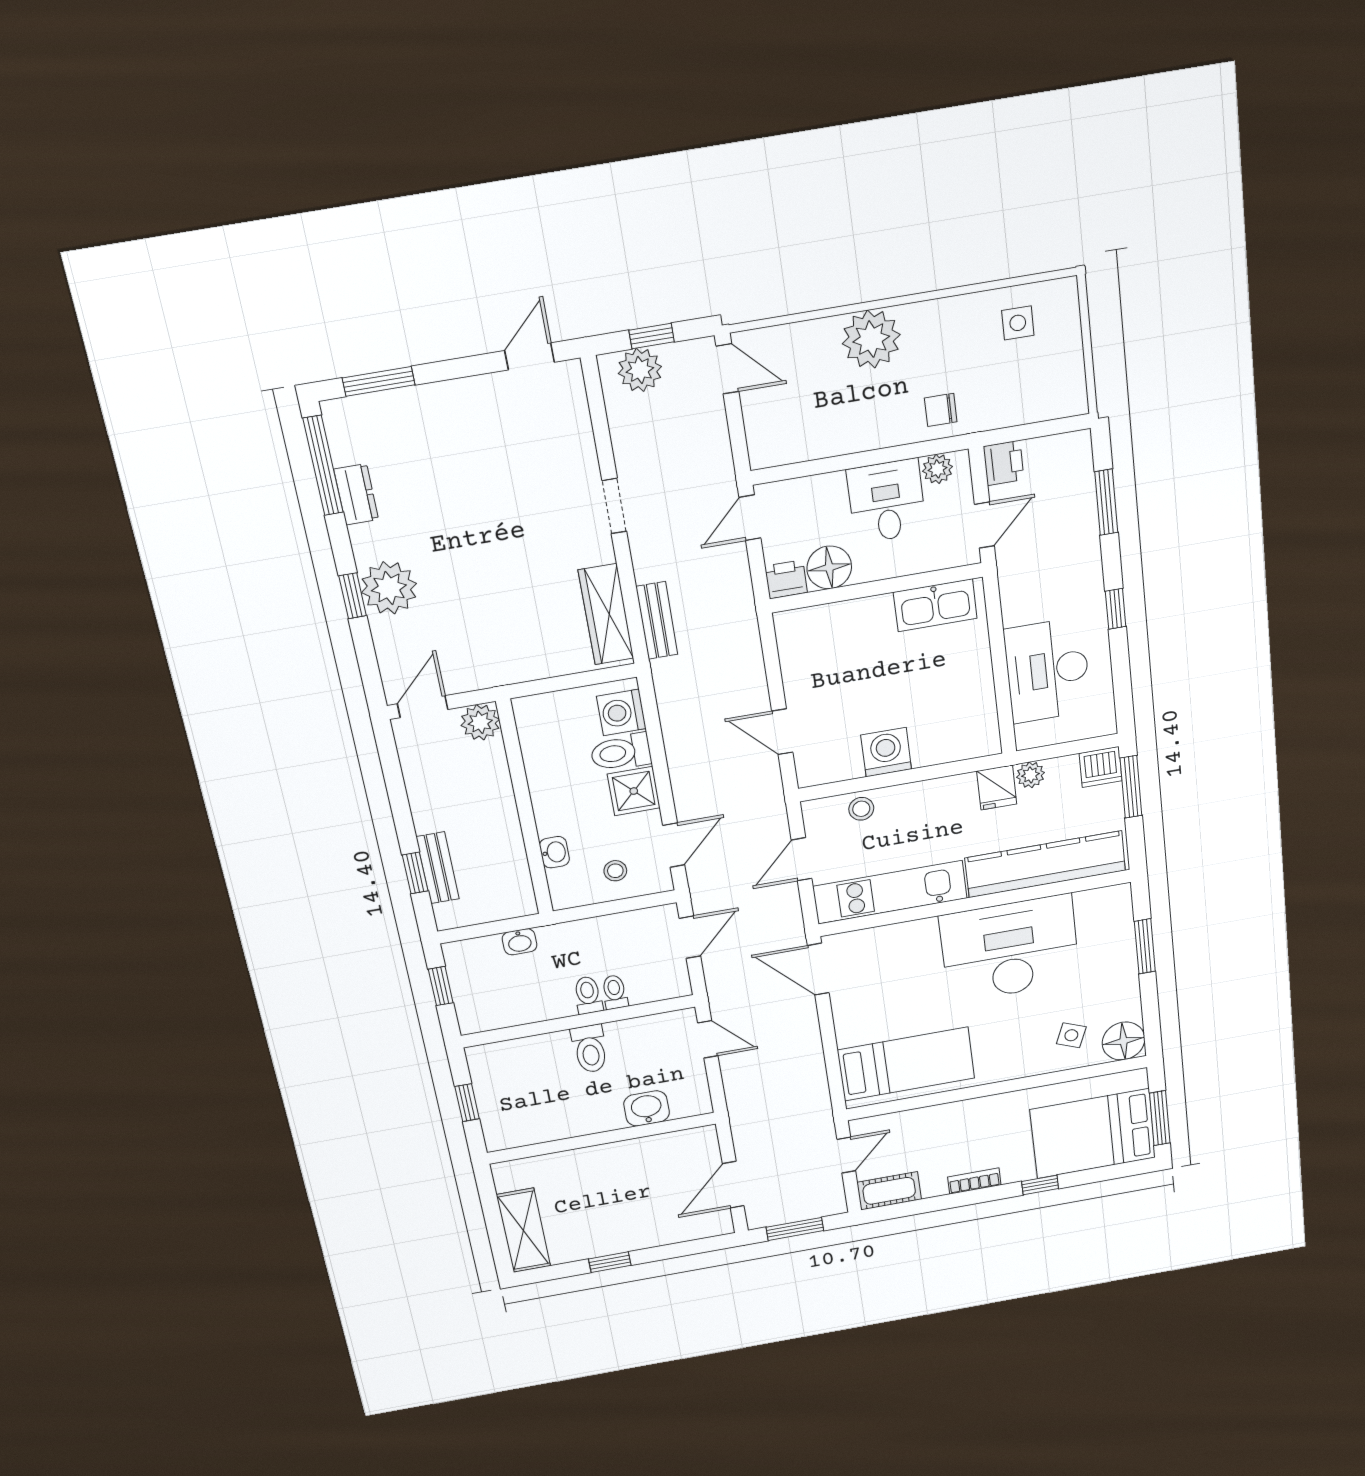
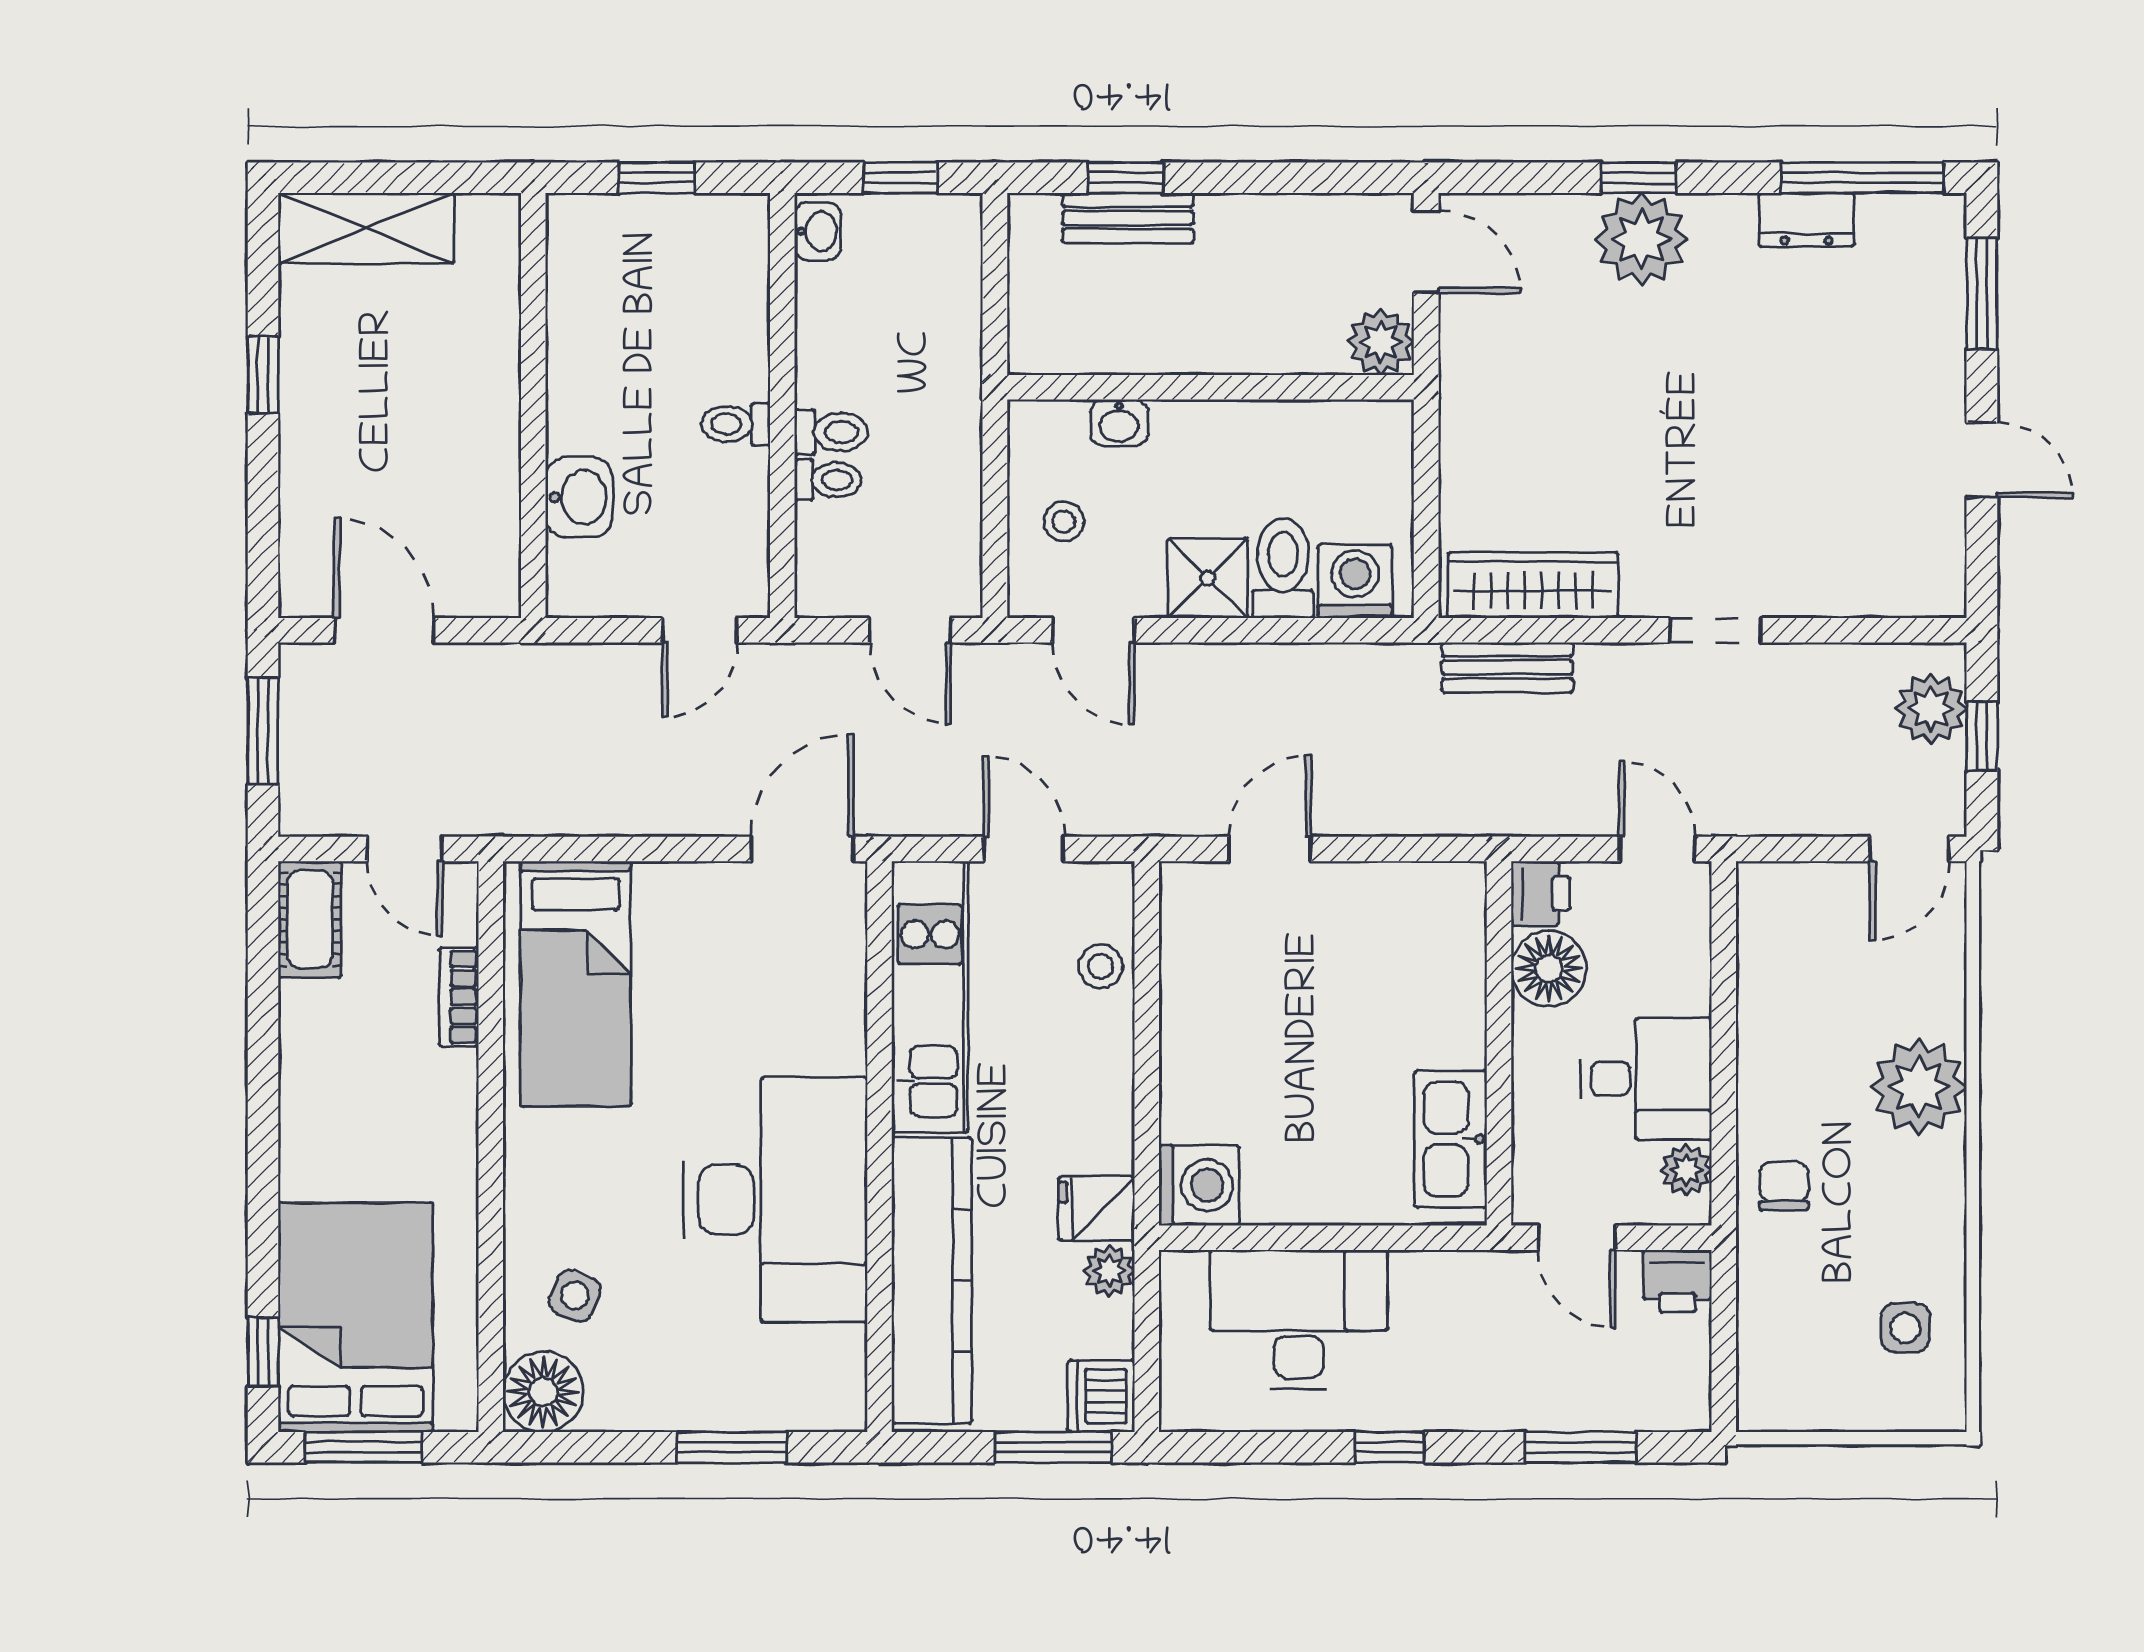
door: (530, 356) -> (1982, 460), moved
washing machine: (886, 752) -> (1199, 1185), moved
washbasin: (520, 942) -> (818, 231), moved, turned 180
toilet: (590, 1049) -> (736, 424), width x0.73, depth x0.72
bookcase: (974, 1181) -> (459, 997), moved, turned 180
window: (1040, 1185) -> (263, 1352), moved

